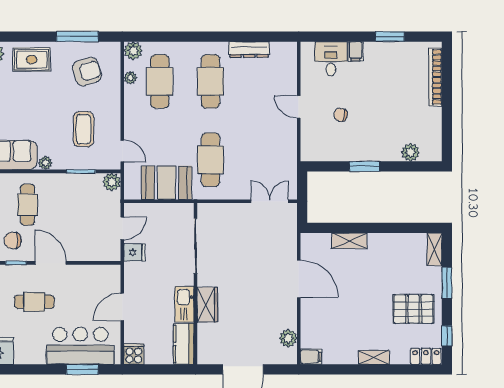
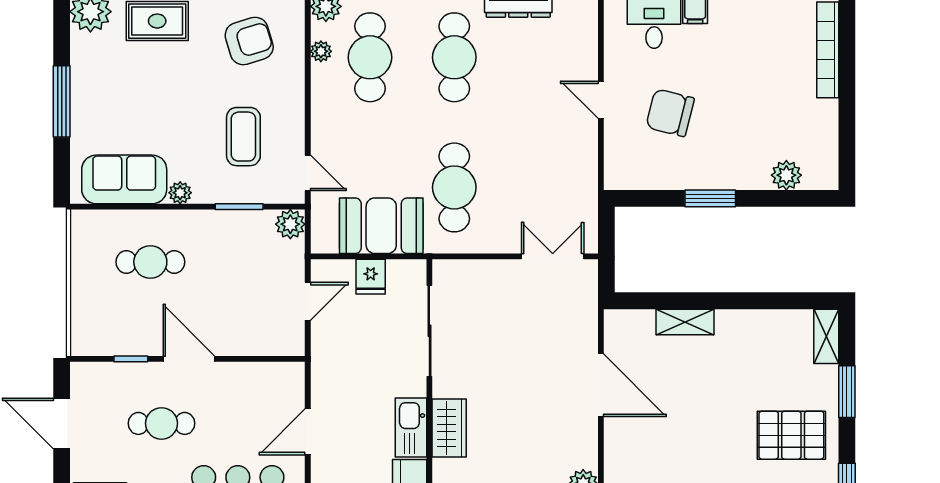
chair: (340, 115) -> (670, 113), width x1.87, depth x1.87
cafe table: (28, 205) -> (150, 262), turned 90
chair: (13, 240) -> (126, 322), removed
fridge: (134, 252) -> (371, 277), moved, turned 90

